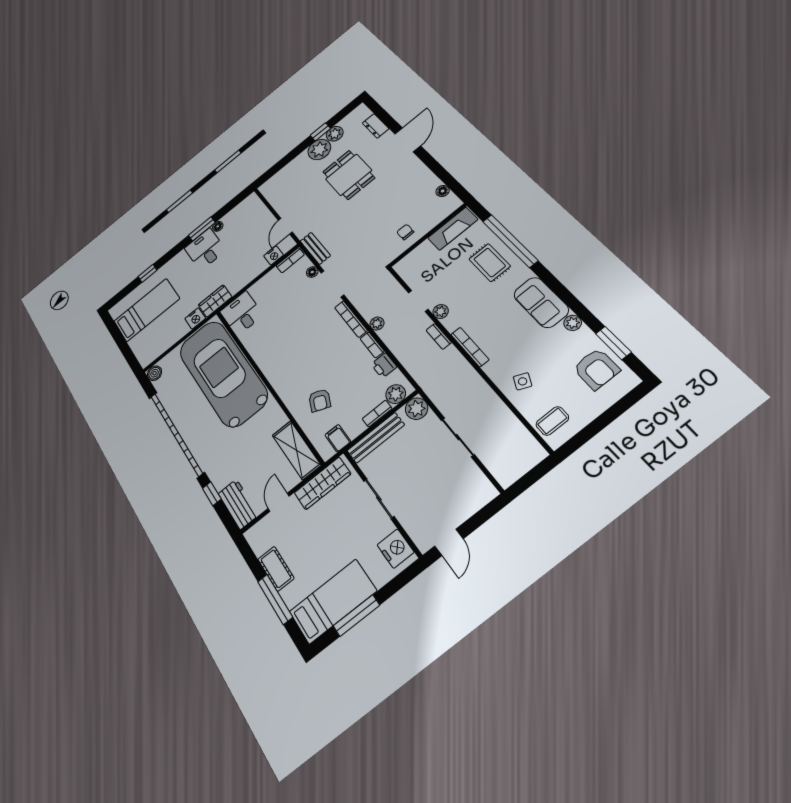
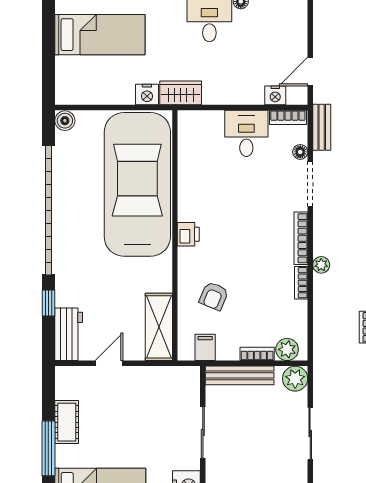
desk: (242, 313) -> (246, 133), moved
printer: (384, 366) -> (188, 234), moved, turned 180
wardrobe: (323, 483) -> (162, 378), removed

